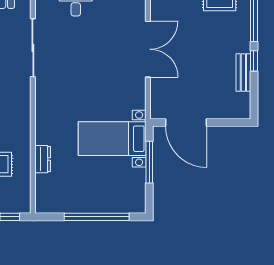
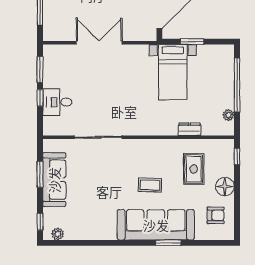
window: (149, 162) -> (192, 42), width x0.69
plant: (60, 206) -> (228, 115), added

